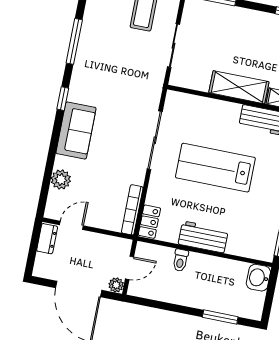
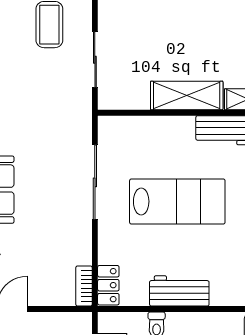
lab bench: (215, 168) -> (177, 201), turned 180
bookcase: (132, 210) -> (84, 286), width x0.64

